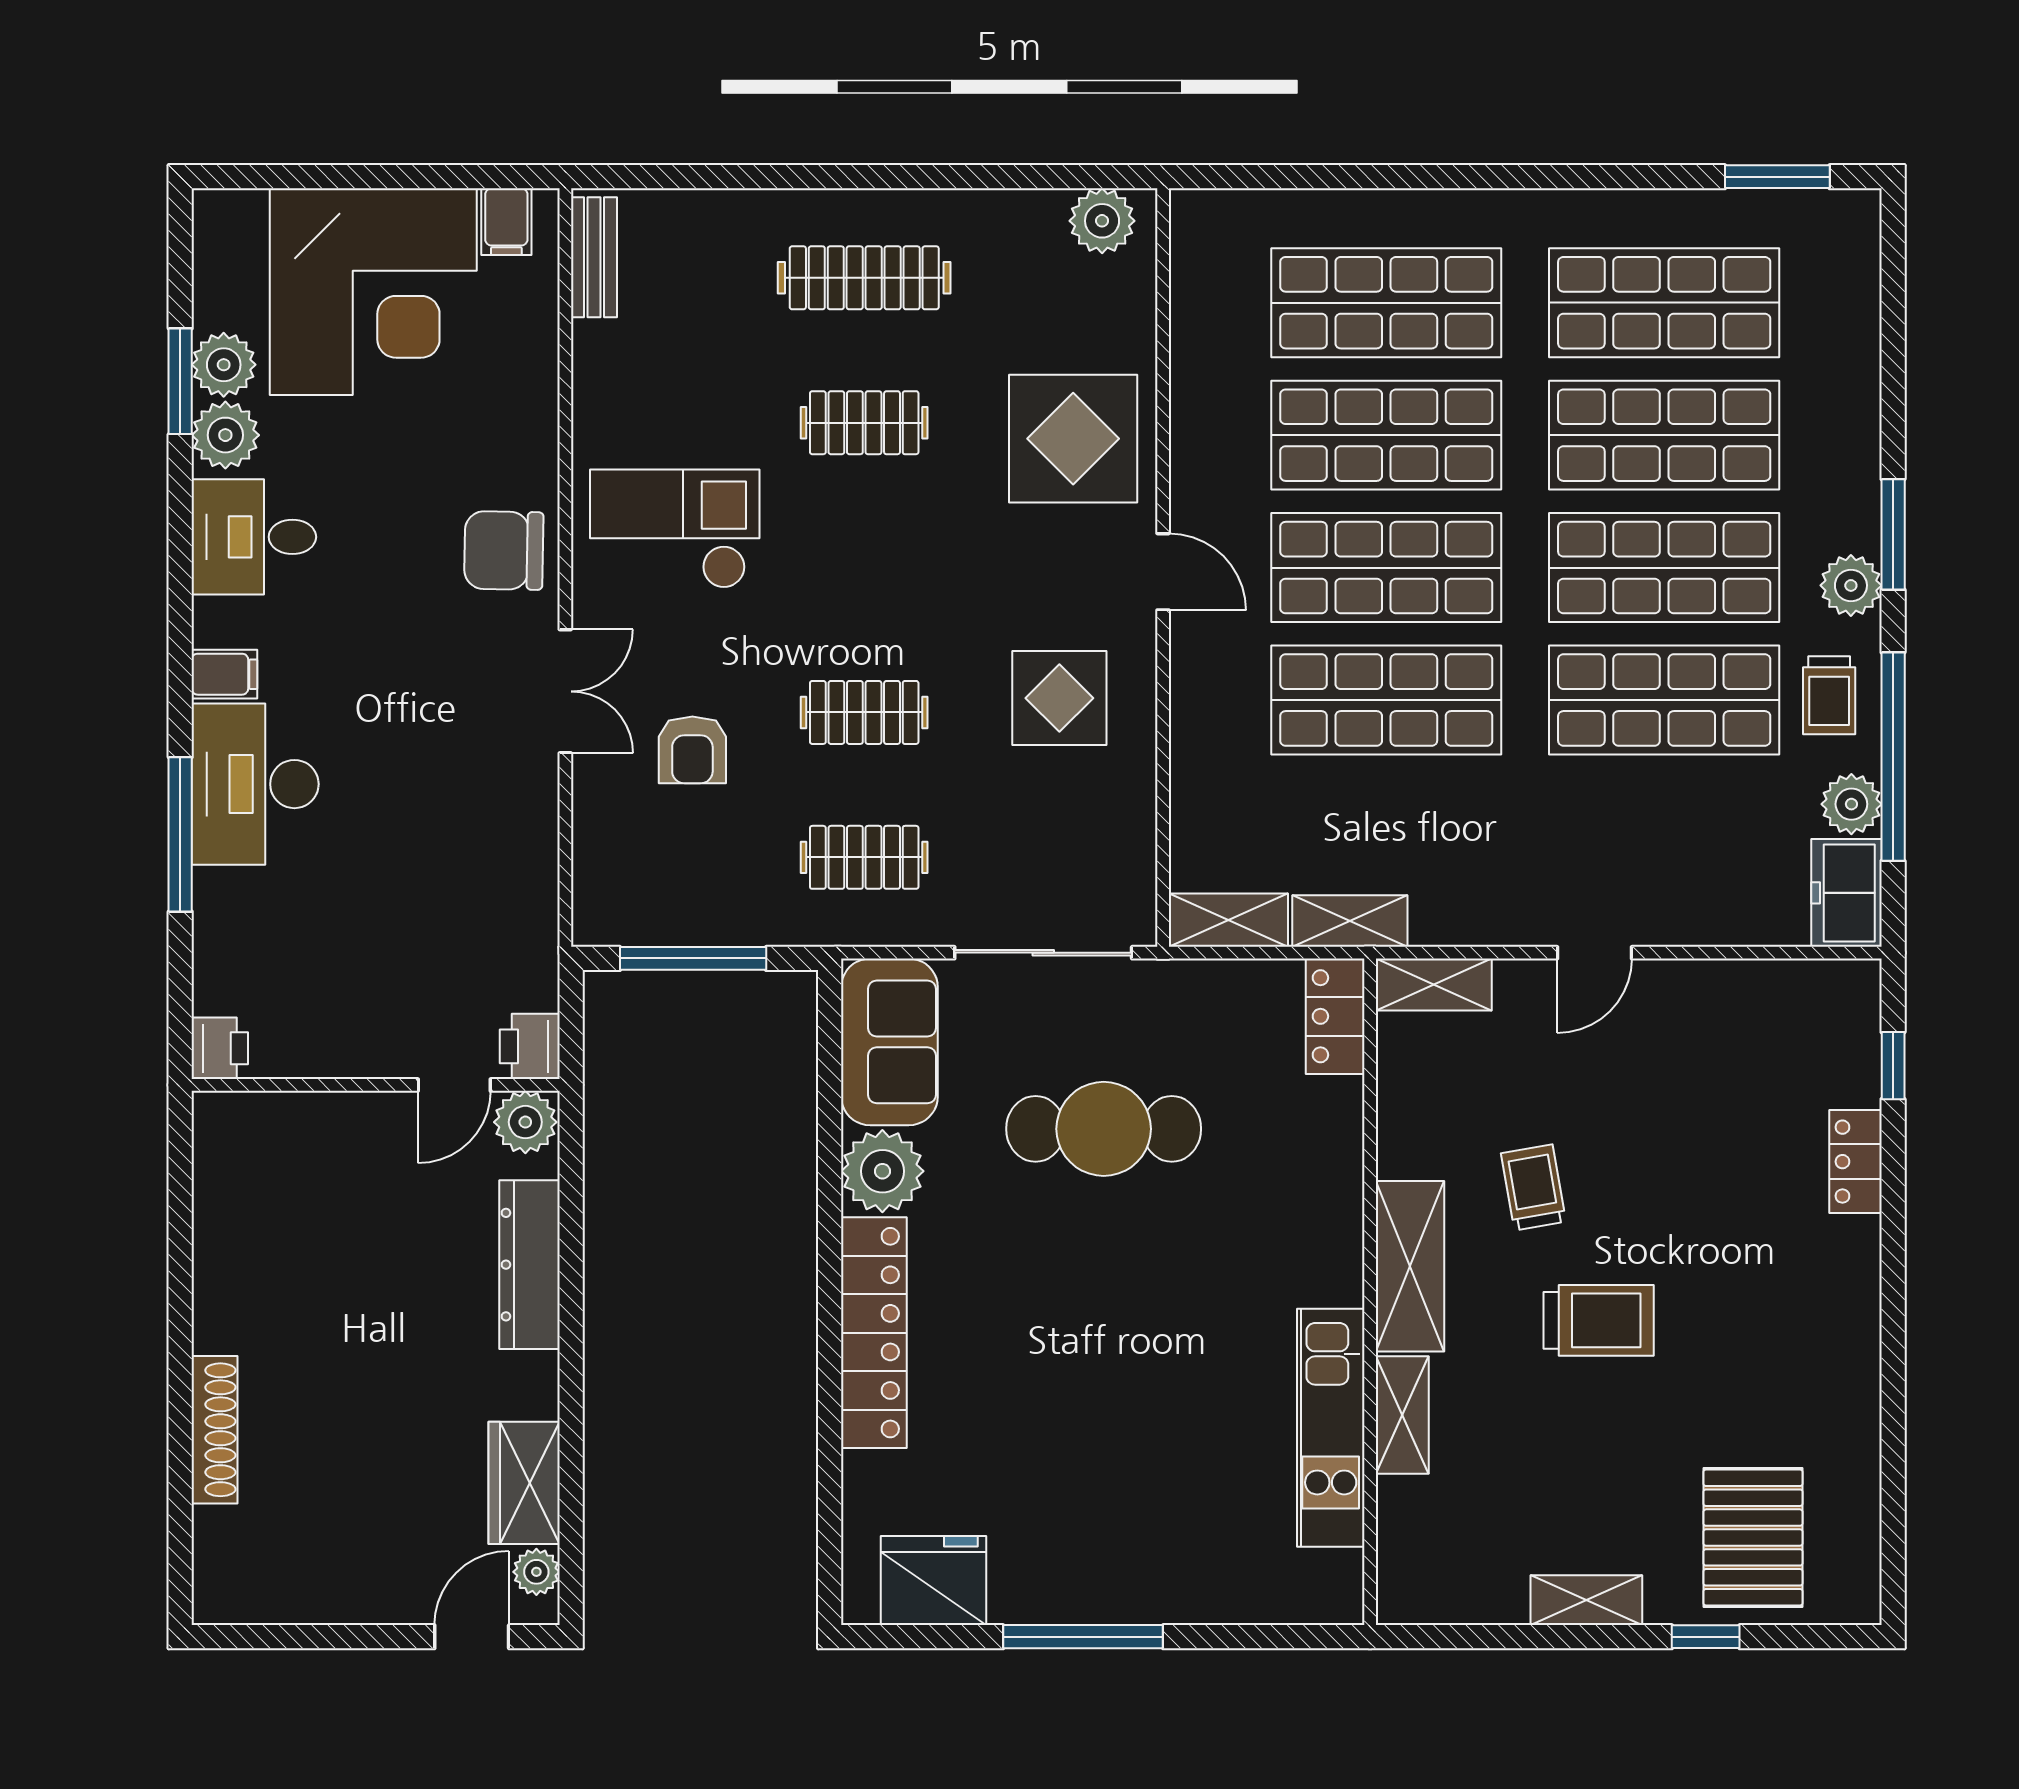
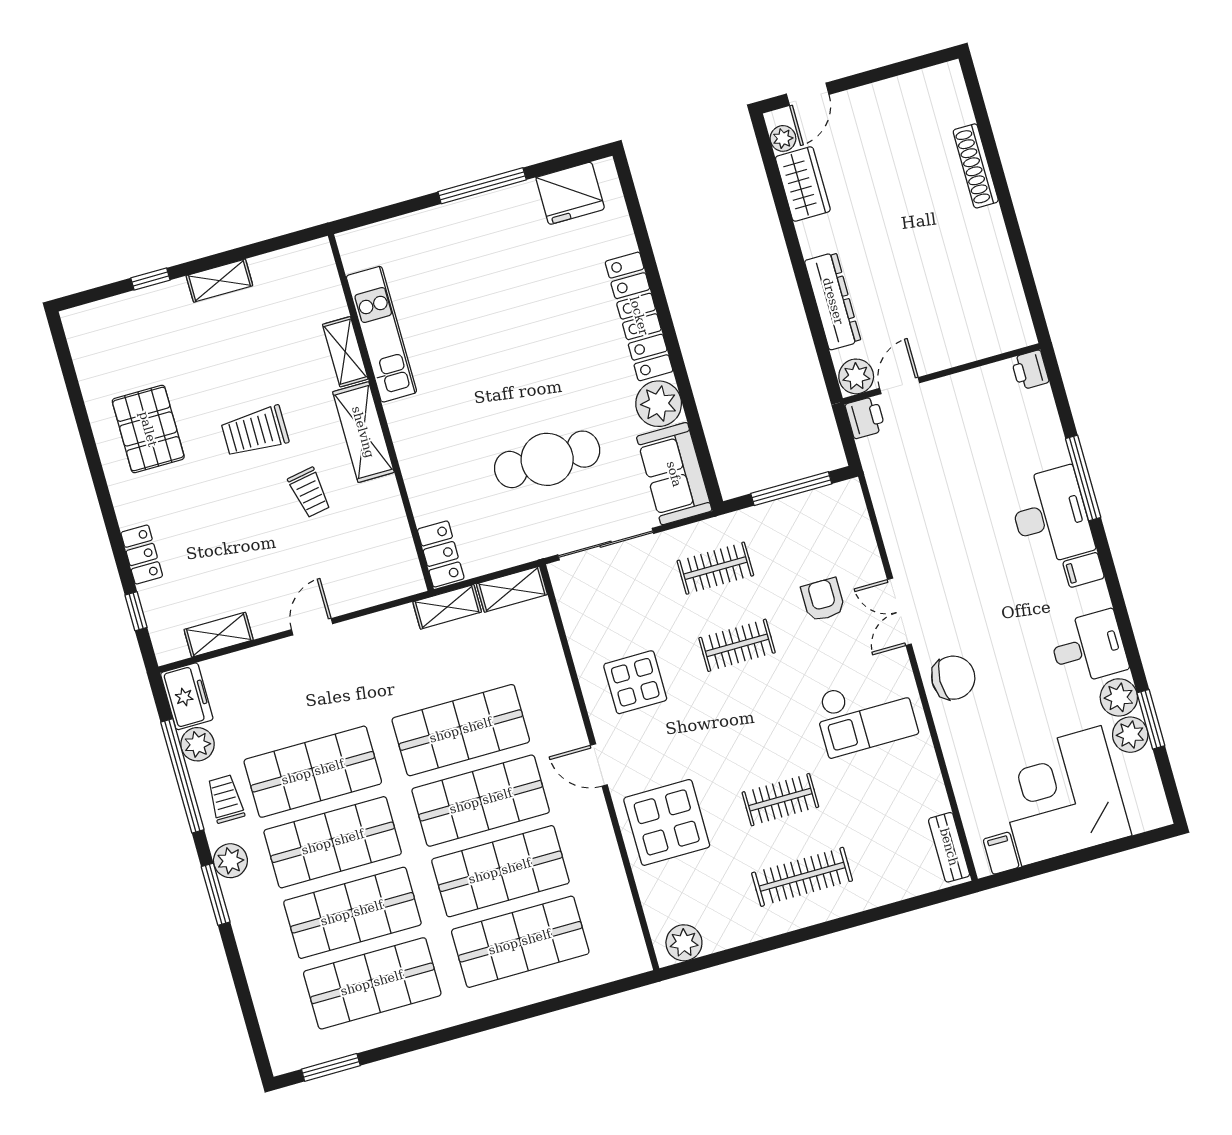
shelving: (1434, 985) -> (219, 635), moved
pallet: (1753, 1537) -> (148, 429), moved

